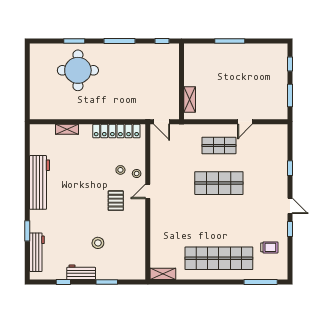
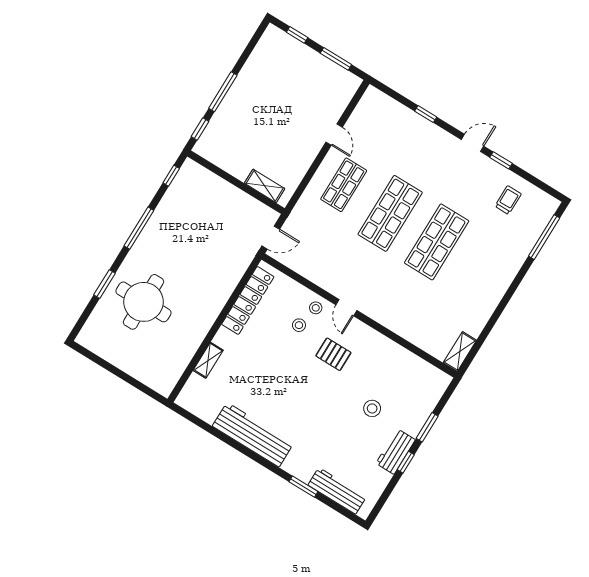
window: (200, 41) -> (200, 129), added
shop shelf: (219, 258) -> (437, 242), moved, width x0.71
window: (63, 282) -> (406, 462), moved

